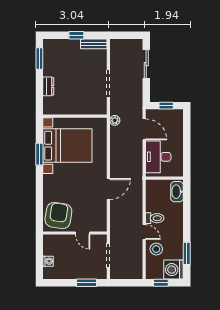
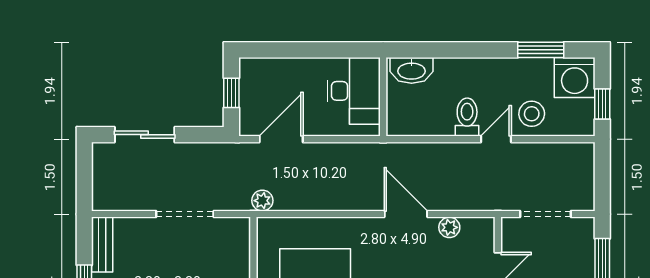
desk: (158, 157) -> (354, 91), moved, turned -90
plant: (102, 210) -> (449, 227), added

